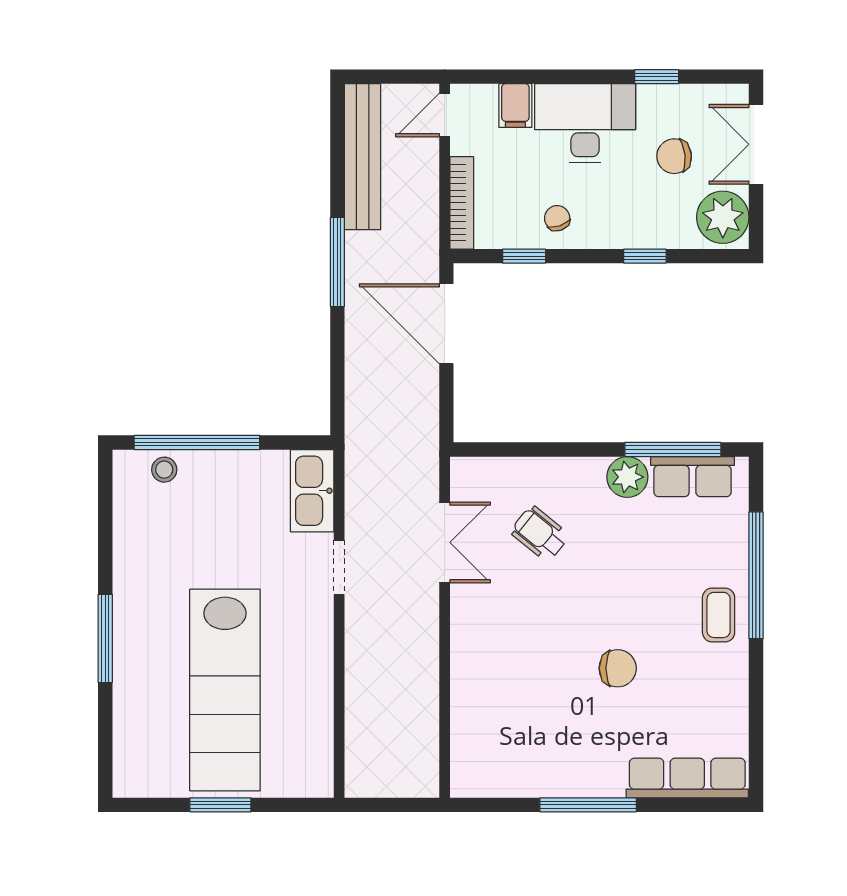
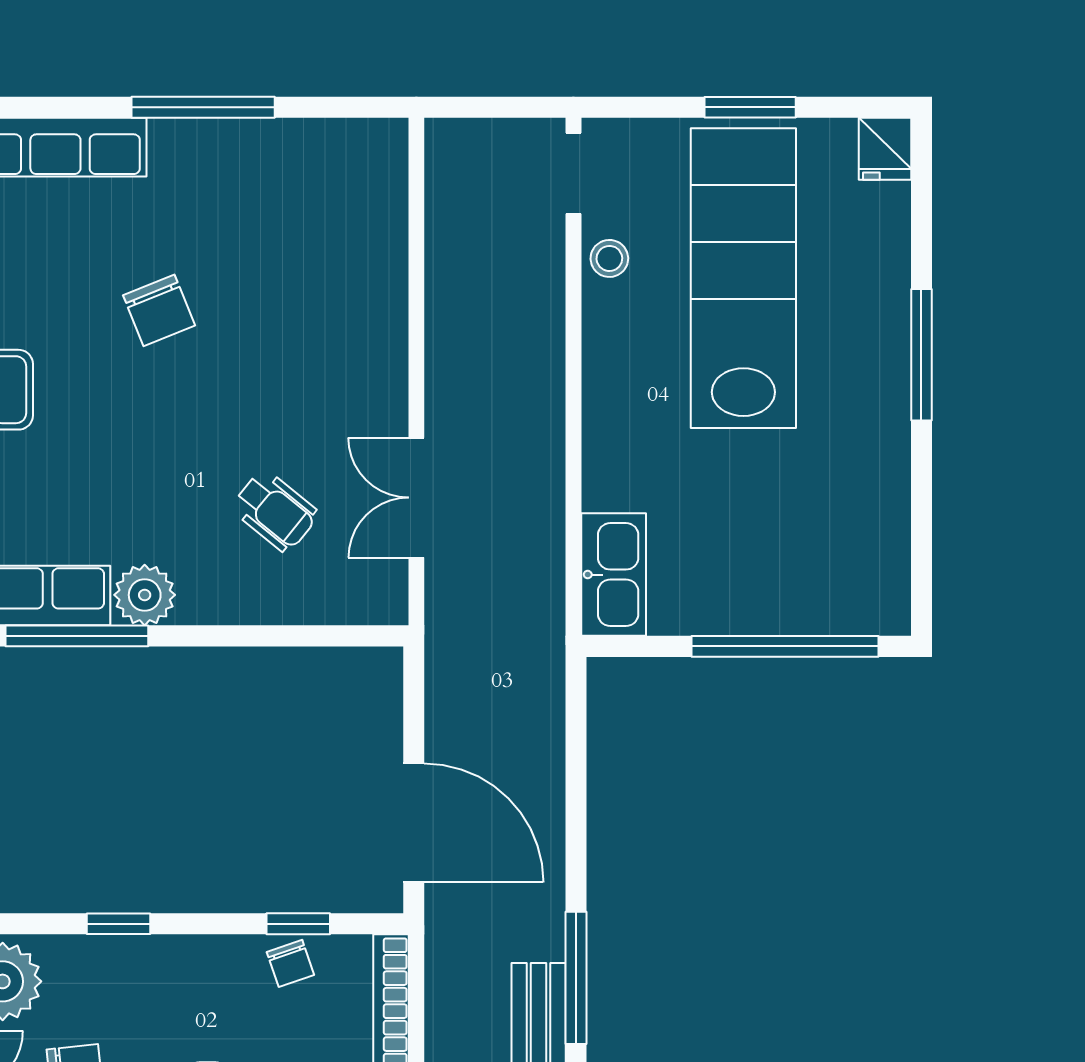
chair: (557, 218) -> (290, 963), moved
window: (337, 262) -> (576, 978), moved
stool: (164, 470) -> (609, 258), moved
doorway: (339, 567) -> (573, 173), moved
chair: (618, 668) -> (159, 310), turned -112
fridge: (130, 777) -> (885, 149), added

